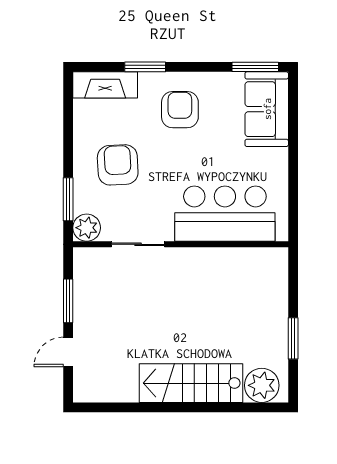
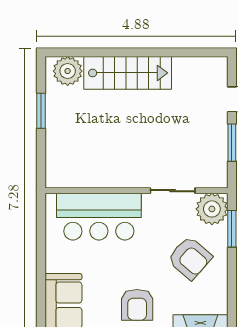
armchair: (118, 165) -> (190, 258), turned -46
plant: (87, 228) -> (212, 209), width x1.36, depth x1.36

